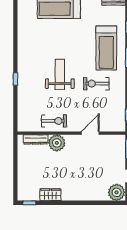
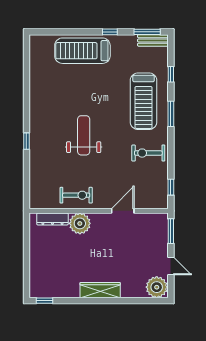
exercise bike: (96, 84) -> (148, 153), moved
wardrobe: (50, 195) -> (100, 290), moved, width x1.50

